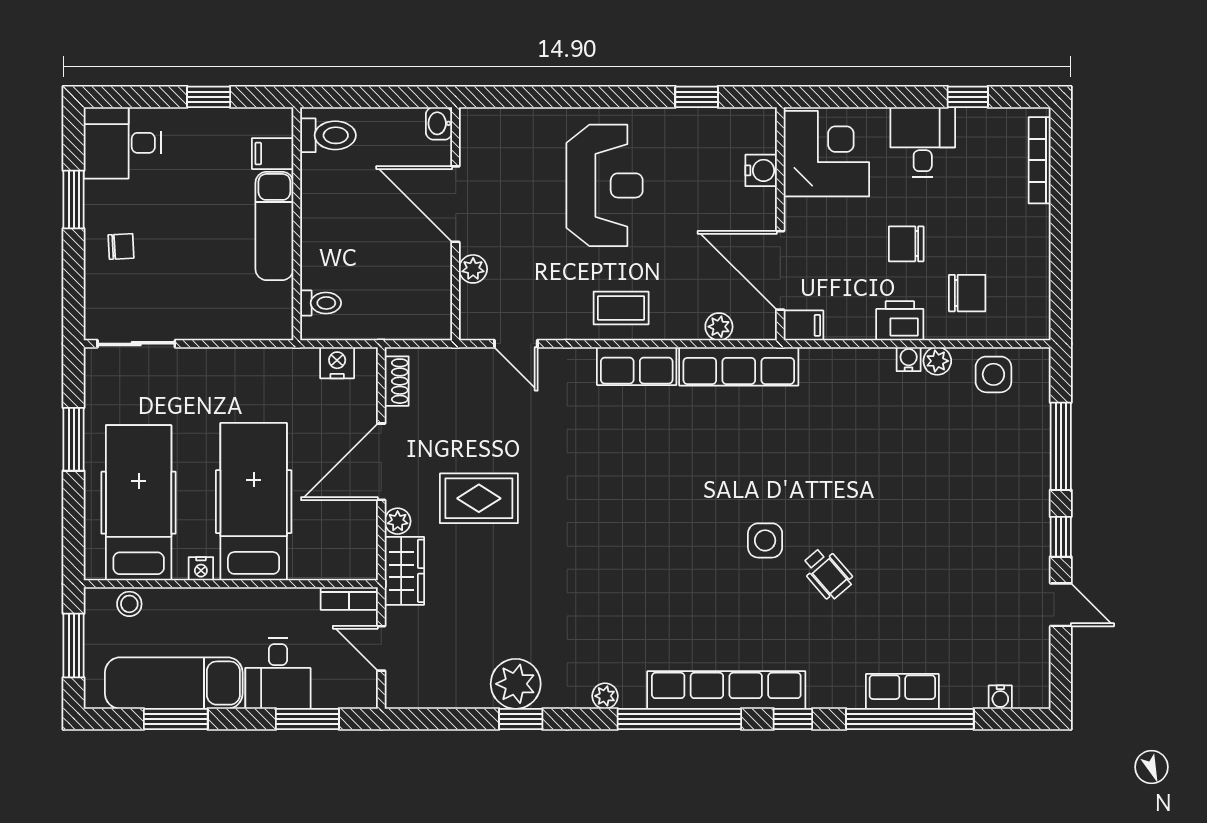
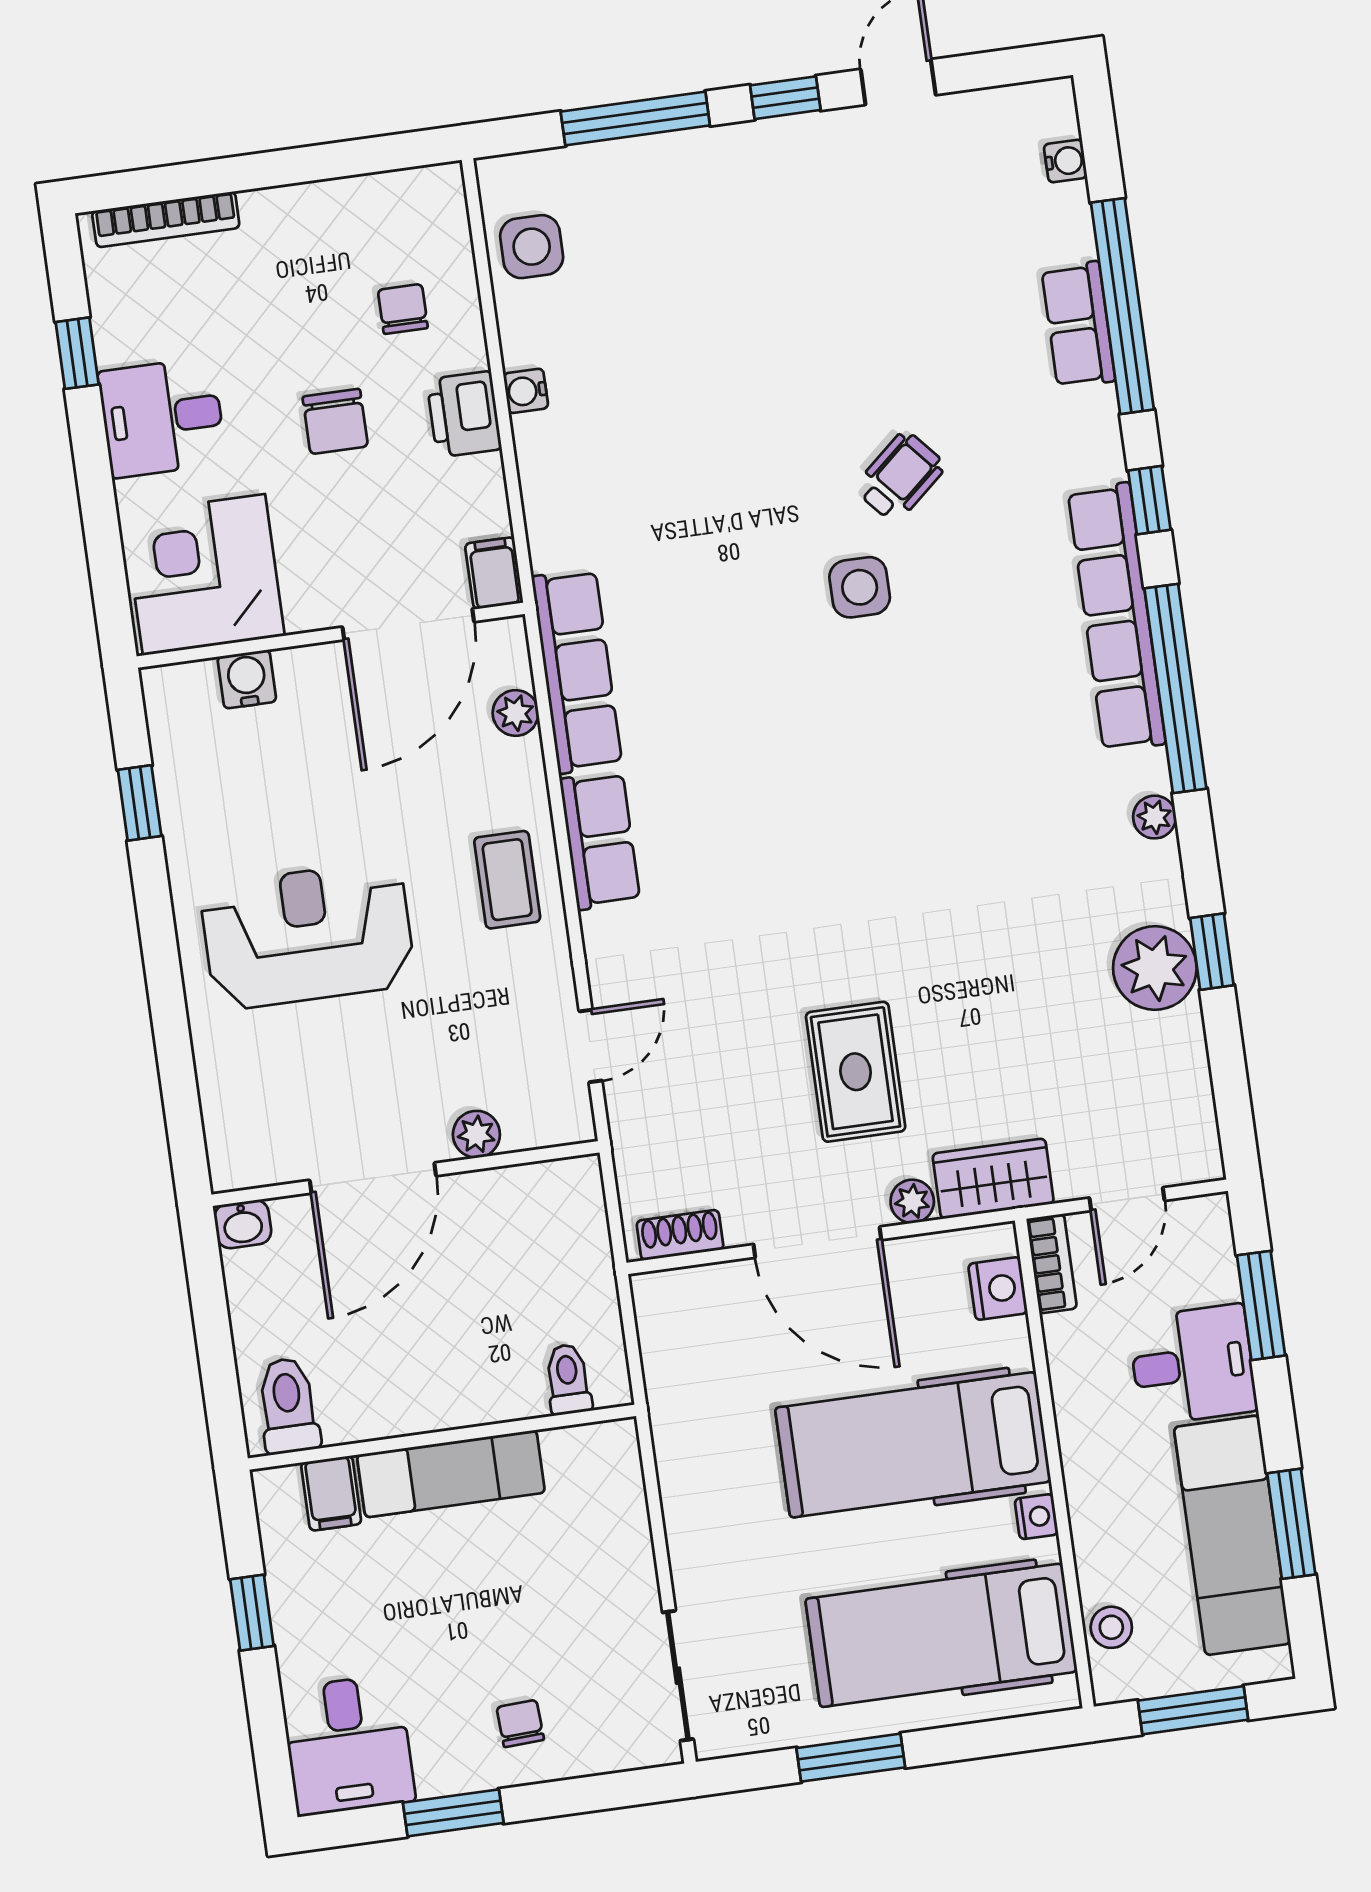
chair: (967, 293) -> (403, 309), width x0.73, depth x0.73
plant: (937, 361) -> (522, 343), removed
nightstand: (337, 363) -> (998, 1289), moved, turned 180

